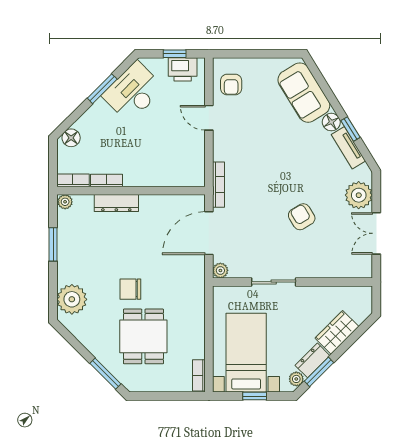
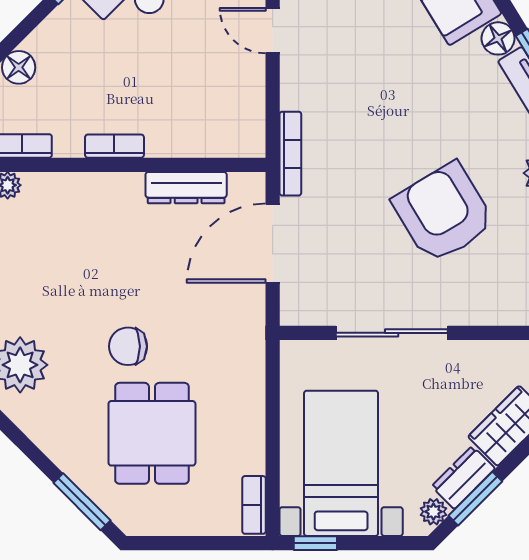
bookcase: (106, 181) -> (114, 146), moved
dresser: (116, 203) -> (186, 188), moved
armchair: (302, 217) -> (443, 213), width x1.88, depth x1.88
plant: (220, 270) -> (294, 312), removed
sliding door: (274, 282) -> (392, 333), width x1.37
window: (255, 396) -> (315, 543), moved

